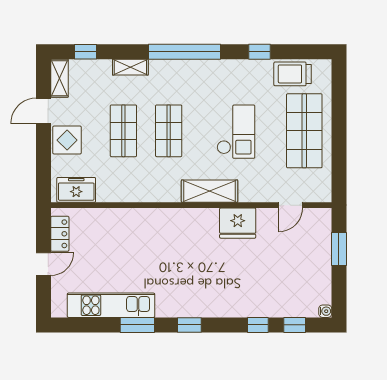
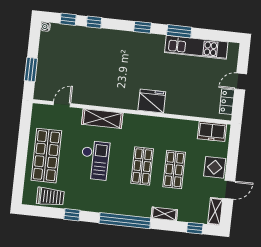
checkout: (236, 132) -> (95, 160), turned 180
shelving: (210, 191) -> (102, 119), moved
fridge: (238, 223) -> (152, 101), moved

